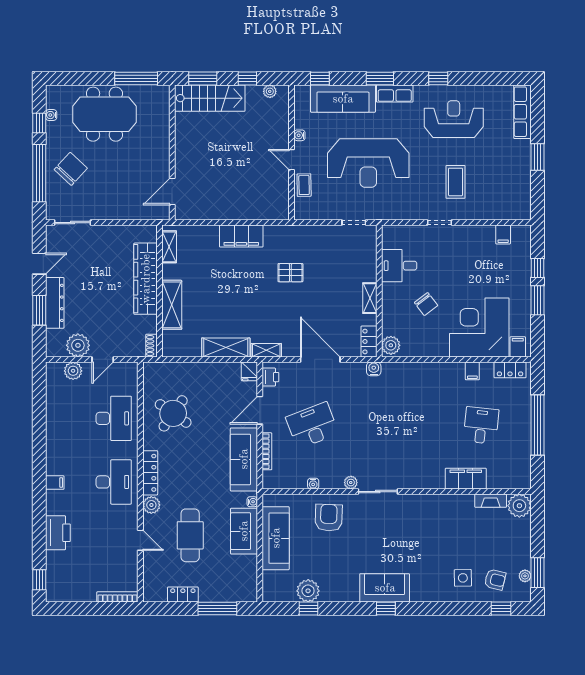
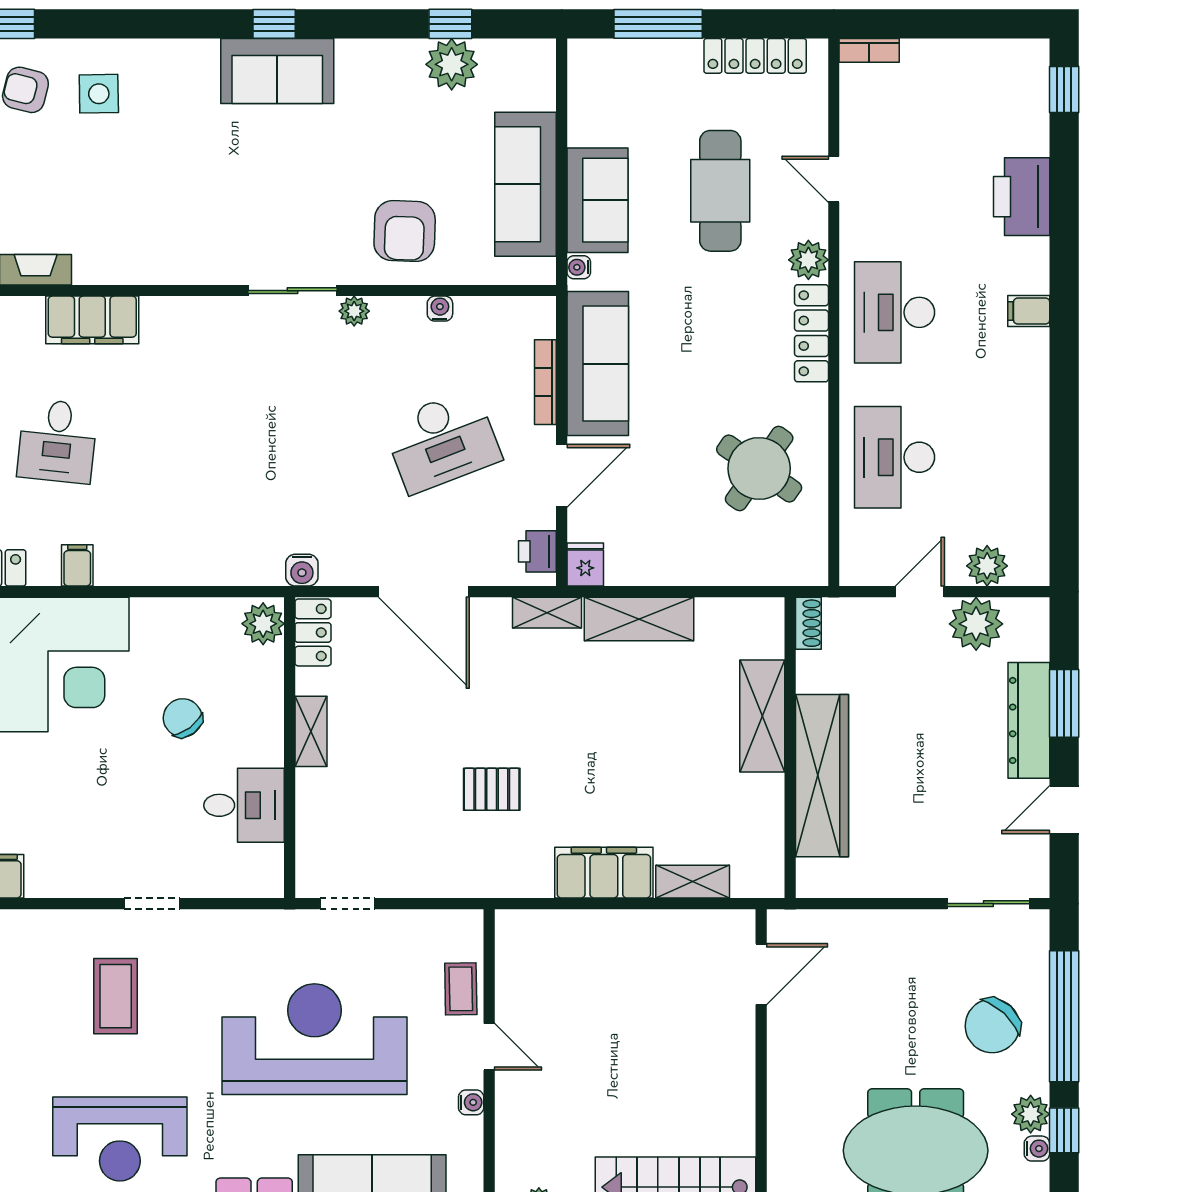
plant: (54, 130) -> (1031, 1114), added
shelving: (169, 247) -> (693, 882), moved, turned 90
locker: (183, 594) -> (755, 56), width x1.53
bookcase: (117, 597) -> (869, 50), width x0.64

